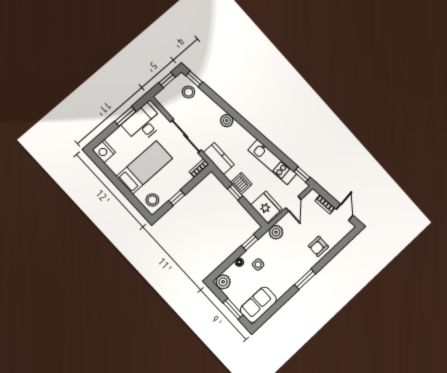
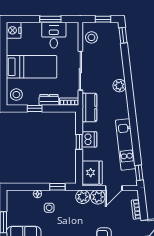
stool: (188, 92) -> (91, 37), moved
desk: (143, 124) -> (54, 35), width x0.73
dresser: (182, 181) -> (49, 100), added
plant: (223, 282) -> (98, 197), moved

